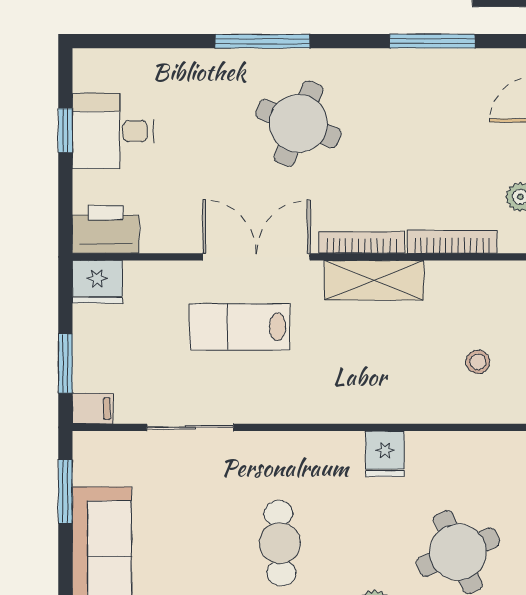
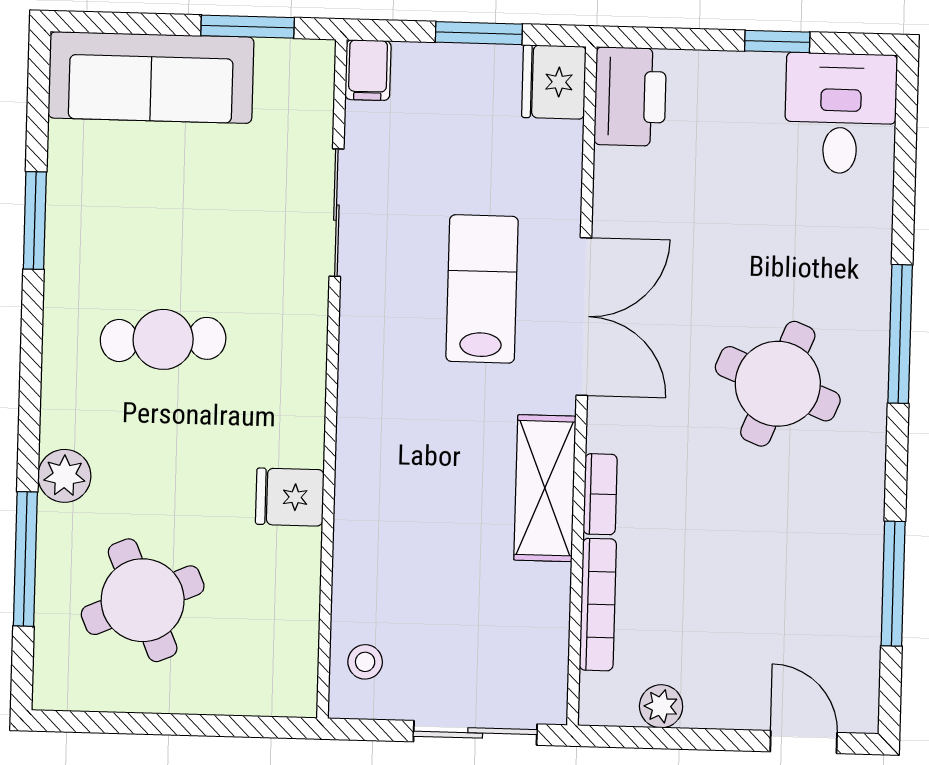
desk: (113, 131) -> (841, 113), moved
bookcase: (362, 242) -> (600, 494), width x0.64
stool: (478, 362) -> (365, 662), moved
window: (65, 364) -> (479, 33), moved

